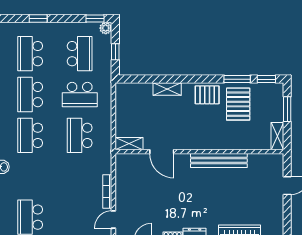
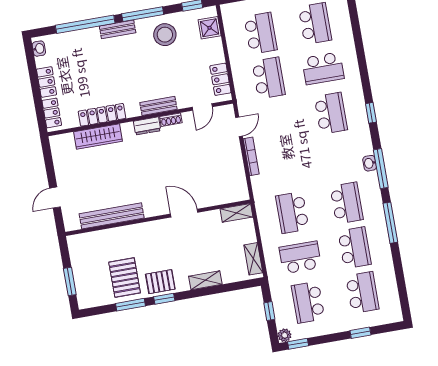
window: (266, 79) -> (164, 299), moved
school desk: (80, 135) -> (292, 212), turned 180
shelving: (277, 136) -> (253, 259), moved
door: (162, 152) -> (184, 213), moved
bench: (219, 161) -> (112, 216), moved

